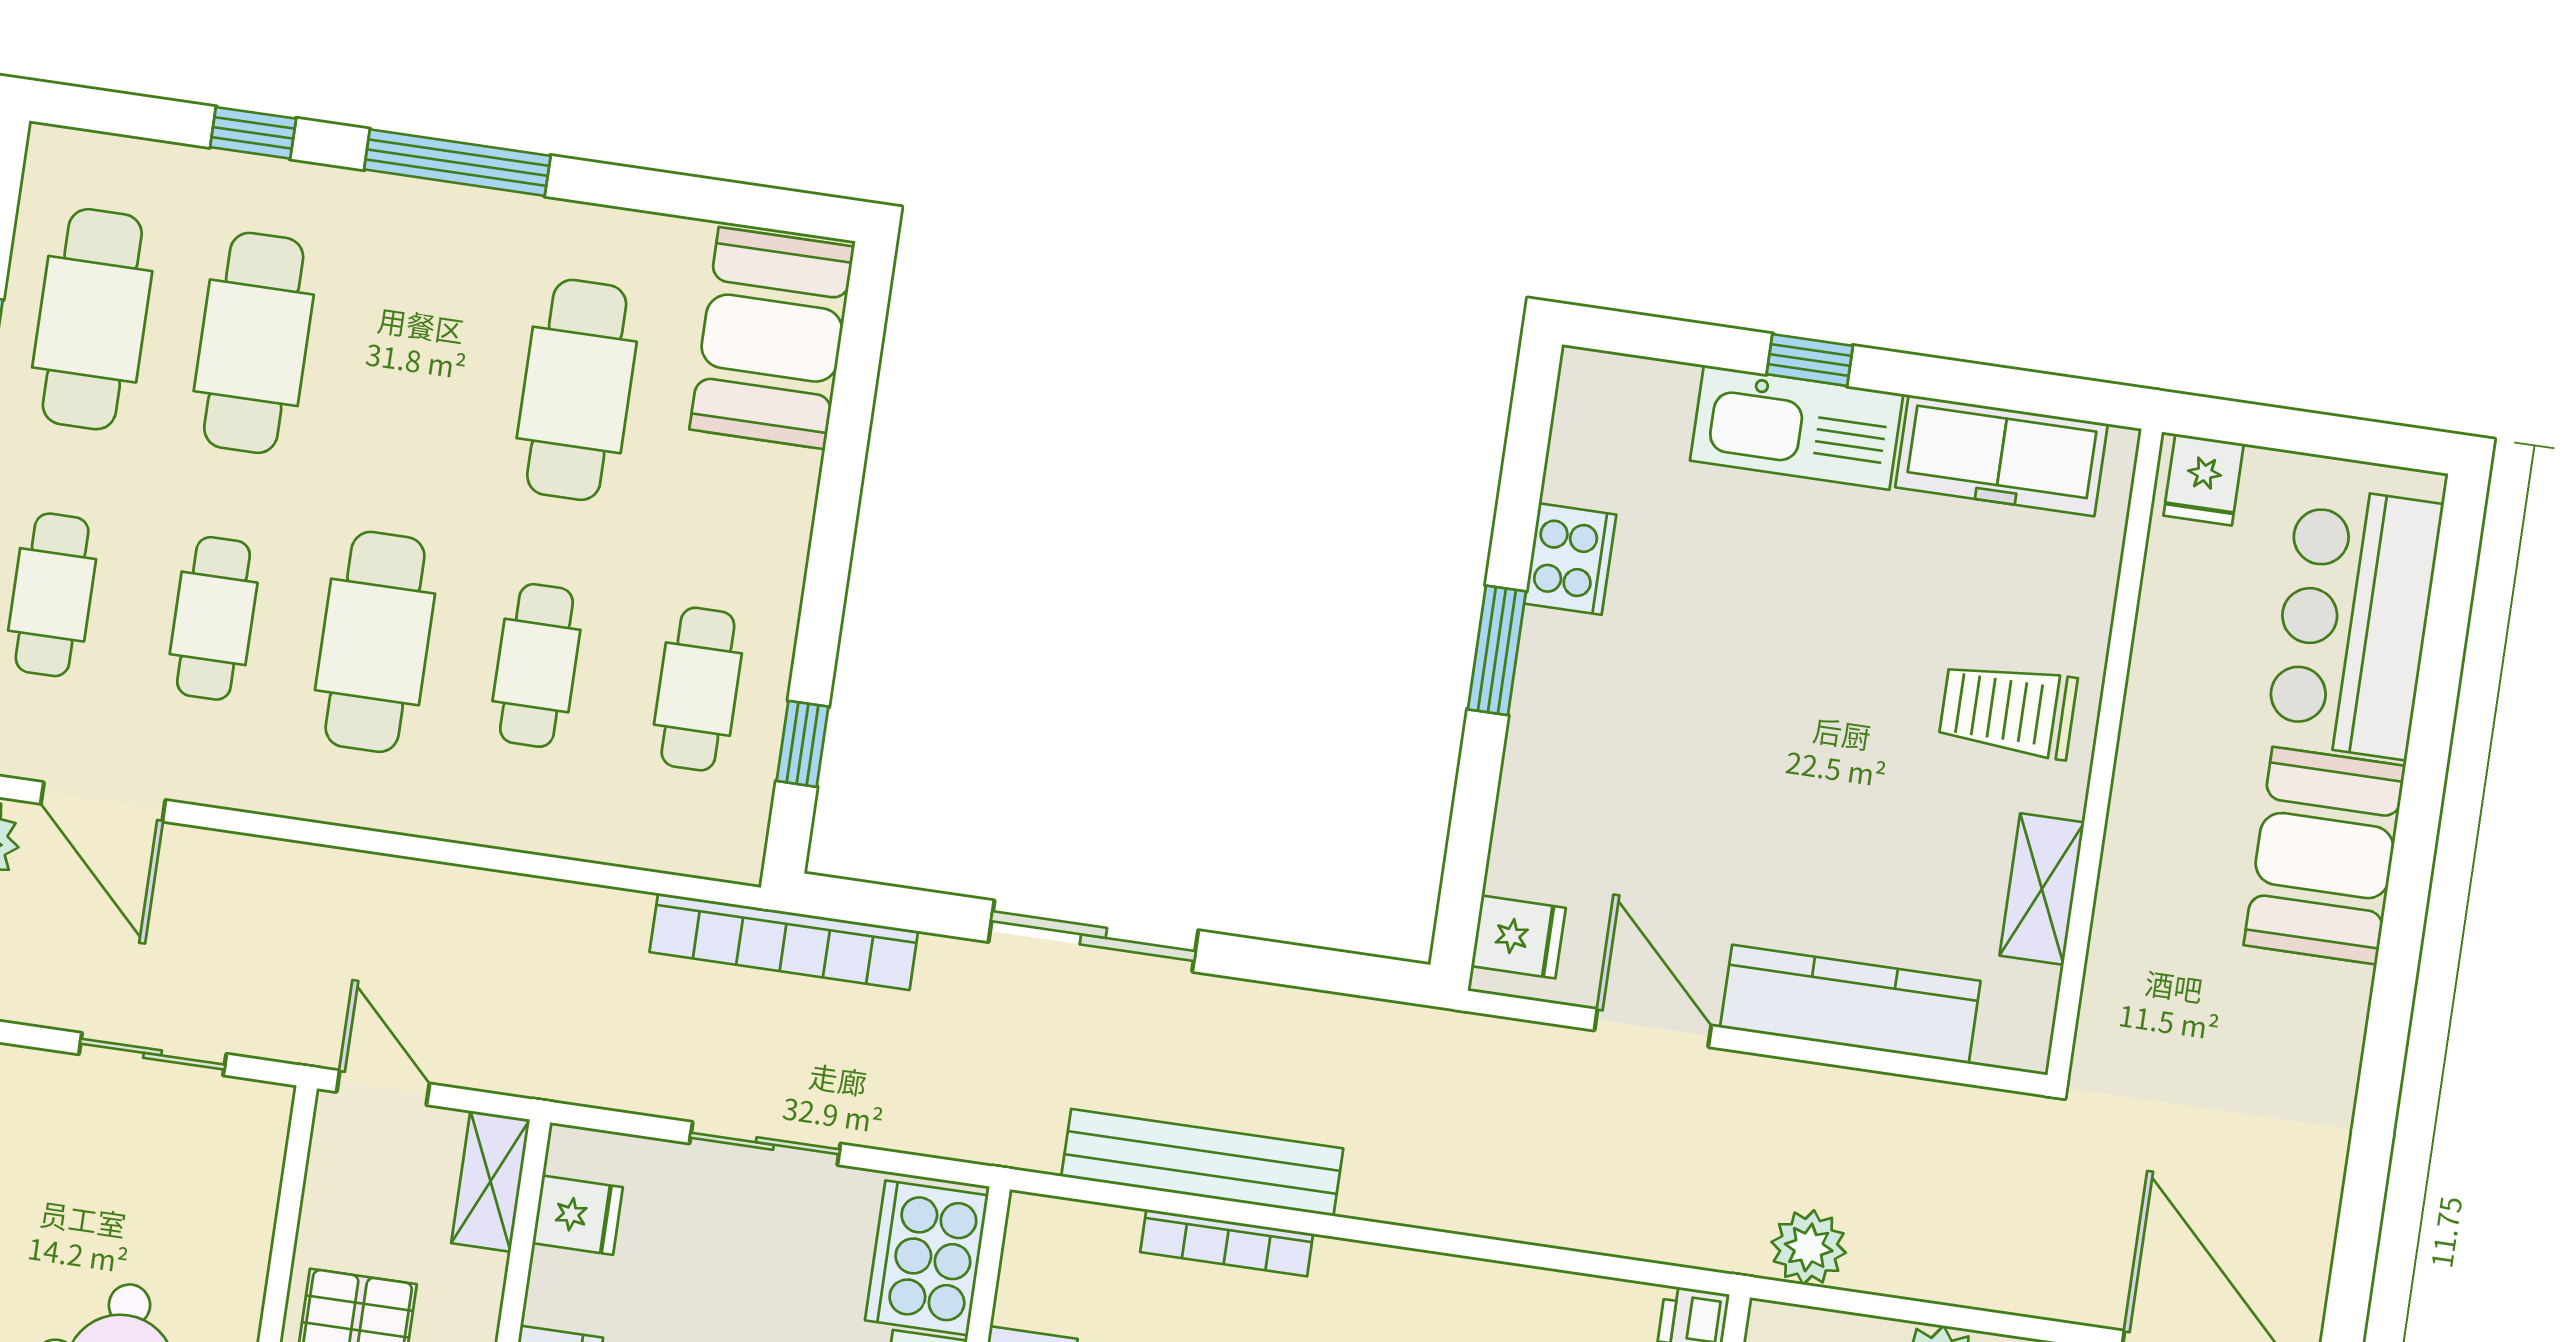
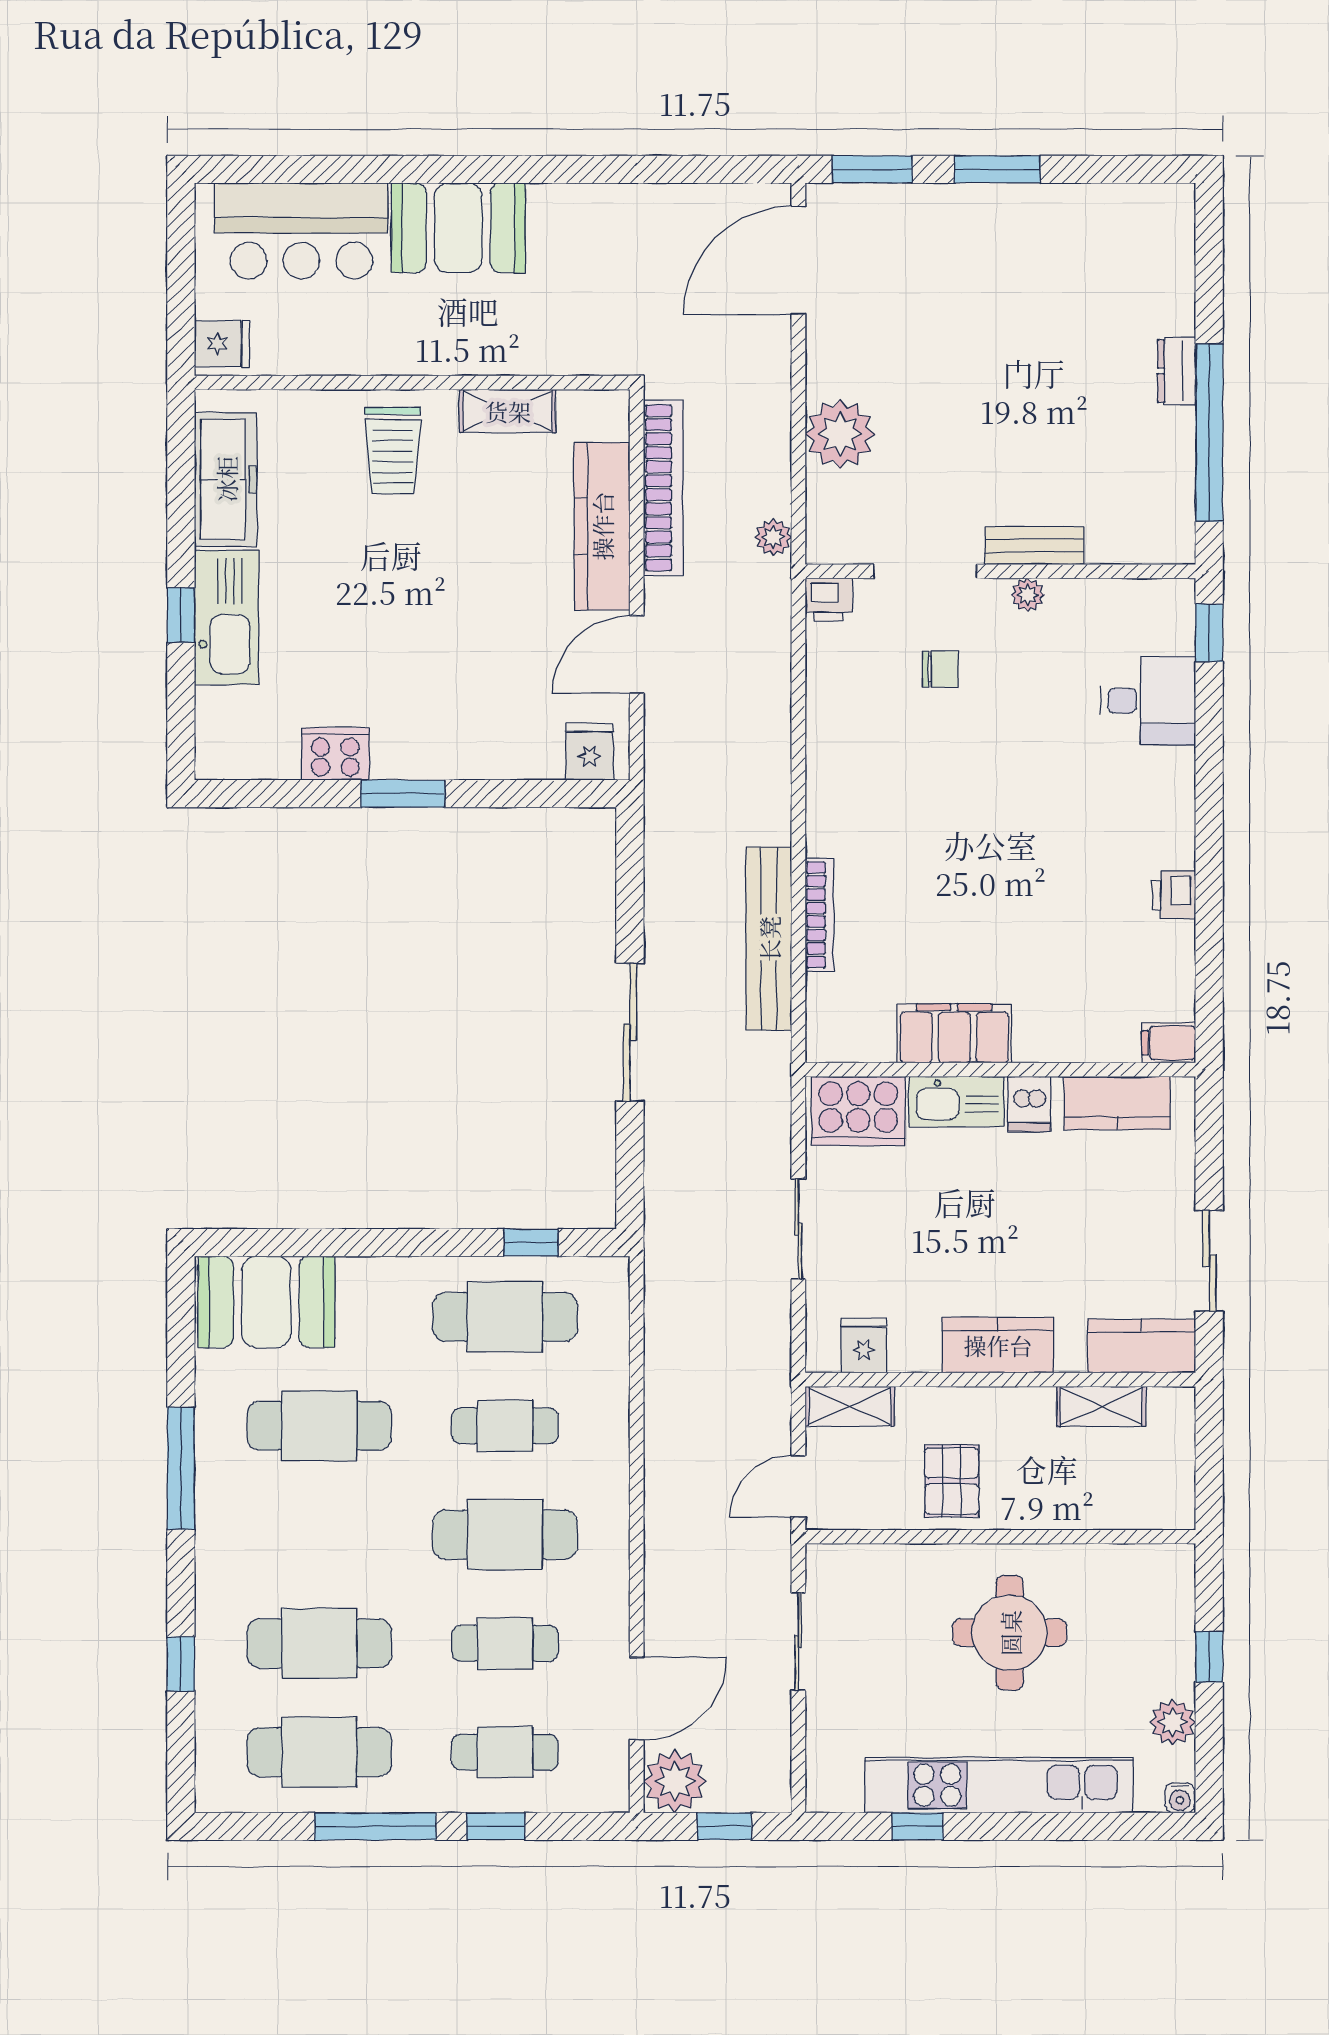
window: (457, 163) -> (181, 1468), moved
cafe table: (698, 689) -> (505, 1317), width x1.37, depth x1.35
bookcase: (784, 942) -> (663, 488), moved
plant: (1809, 1247) -> (773, 537), width x0.73, depth x0.73

